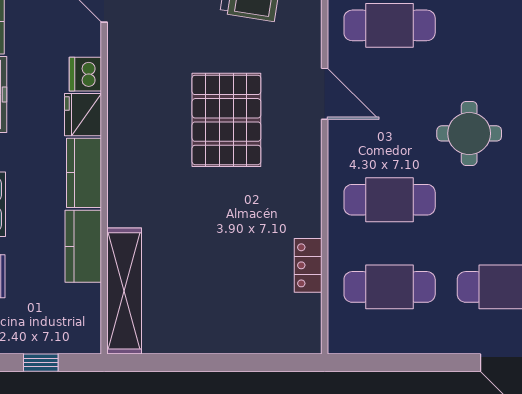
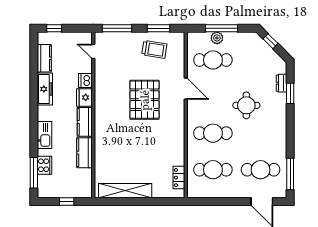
locker: (308, 265) -> (179, 178), moved
shelving: (124, 291) -> (125, 191), moved, turned 90

